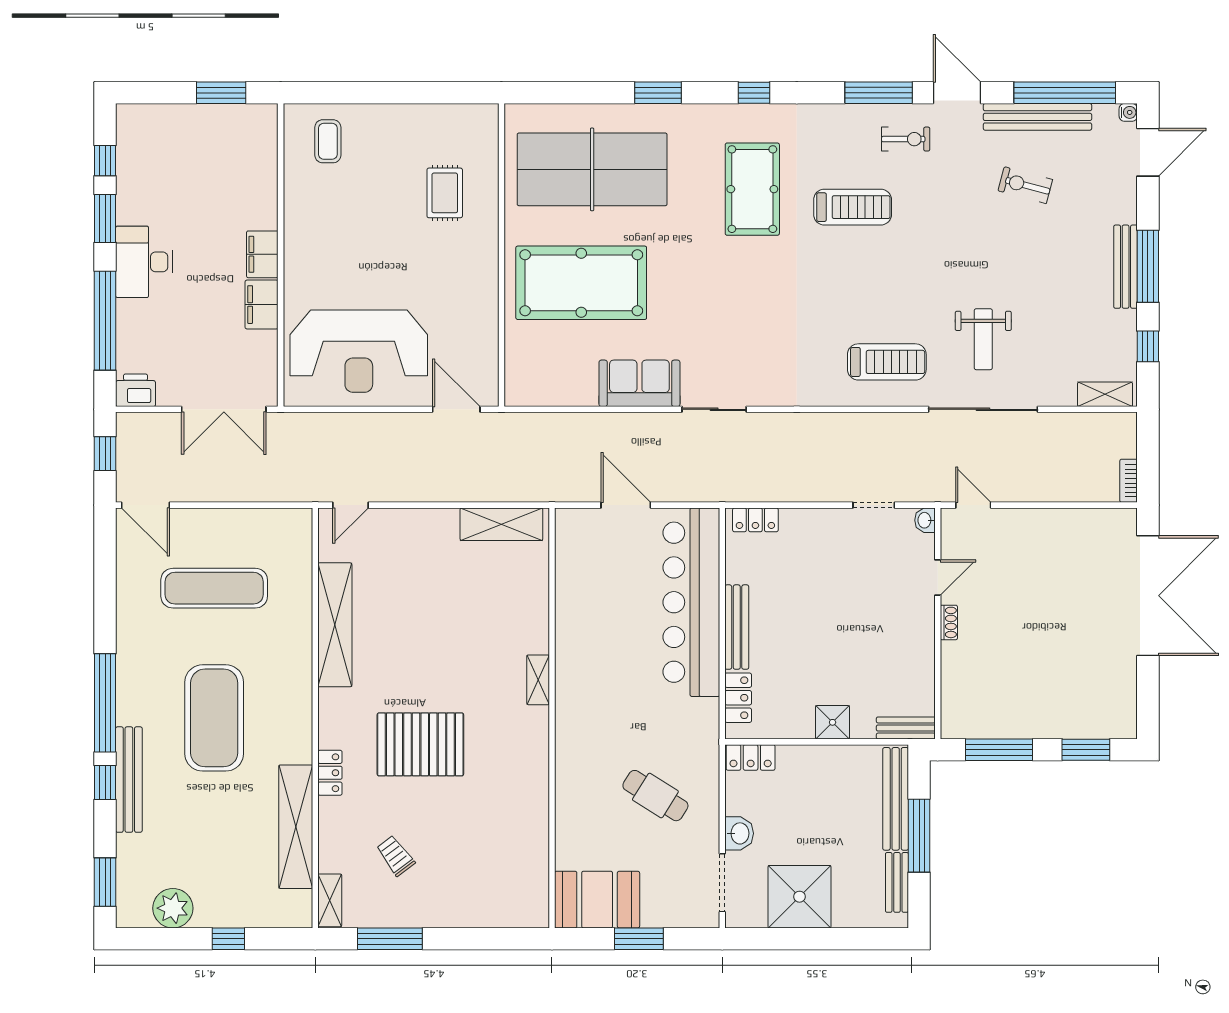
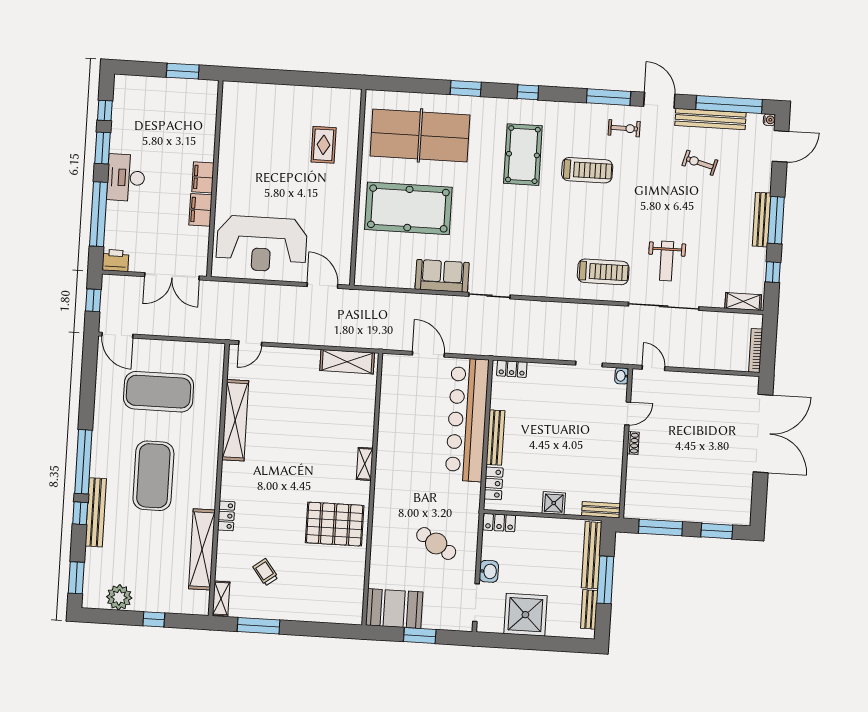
coffee table: (328, 141) -> (250, 107), removed
bookcase: (1129, 481) -> (756, 351), width x1.56
exercise mat: (214, 588) -> (159, 392), width x1.47
pallet: (420, 744) -> (335, 524), moved

